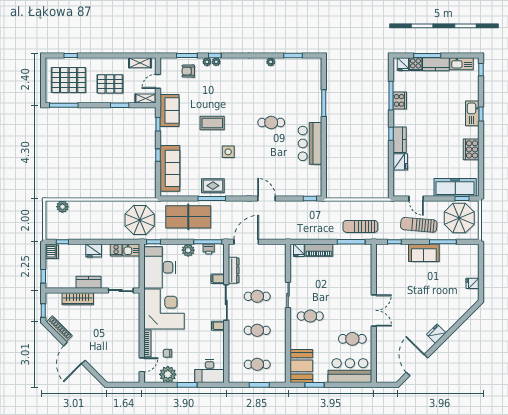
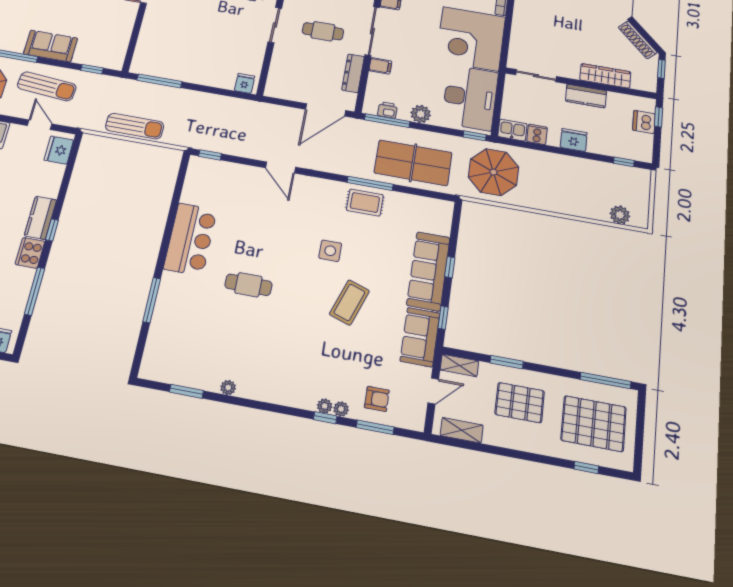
cooker: (400, 100) -> (30, 253), moved
coffee table: (212, 123) -> (349, 302), turned -71
fridge: (400, 162) -> (59, 150), moved
sofa: (170, 168) -> (428, 271), moved
sun lounger: (360, 226) -> (135, 126), moved
piano: (319, 250) -> (213, 78), removed
dishwasher: (52, 252) -> (644, 122), moved

